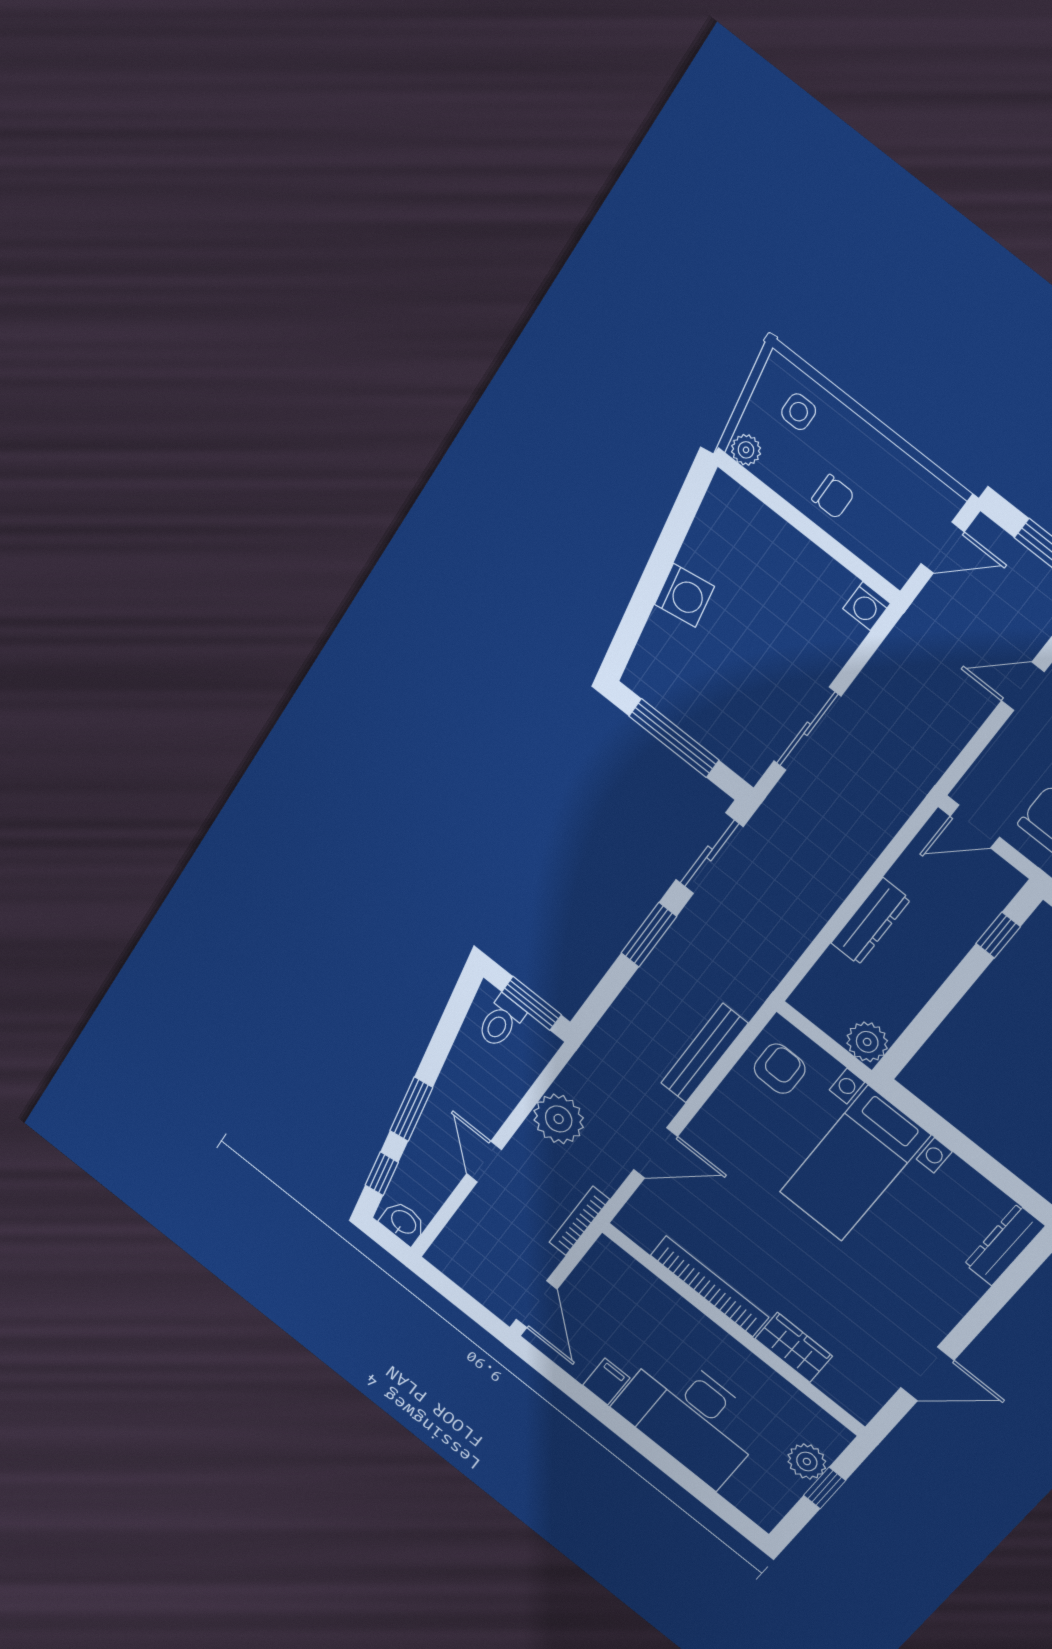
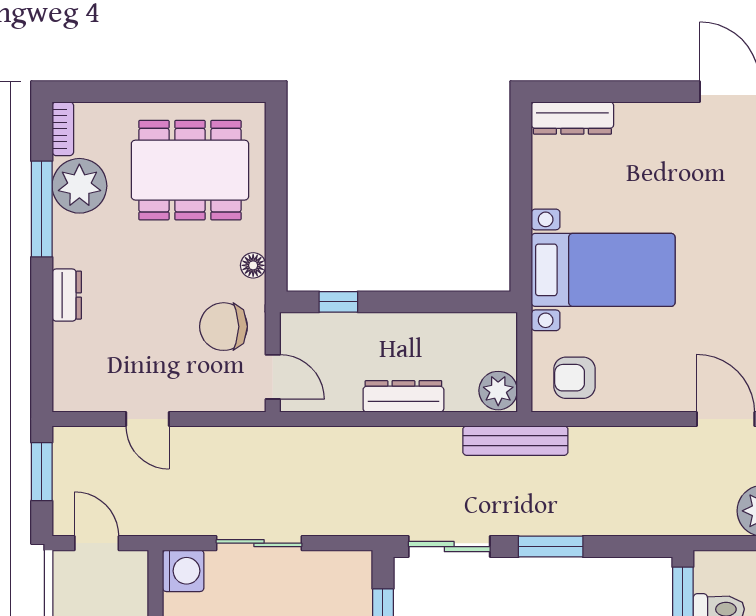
washing machine: (867, 606) -> (183, 571), width x1.38, depth x1.38
sliding door: (807, 729) -> (259, 543), moved
plant: (867, 1042) -> (498, 391), moved
bench: (704, 1053) -> (515, 441), moved

